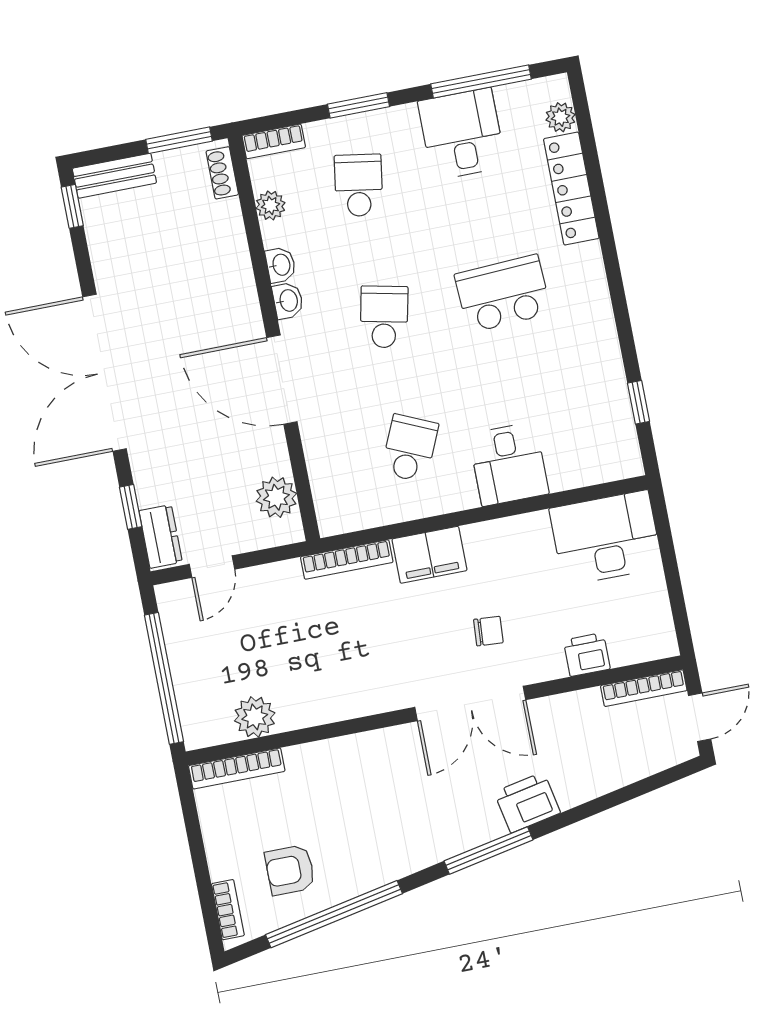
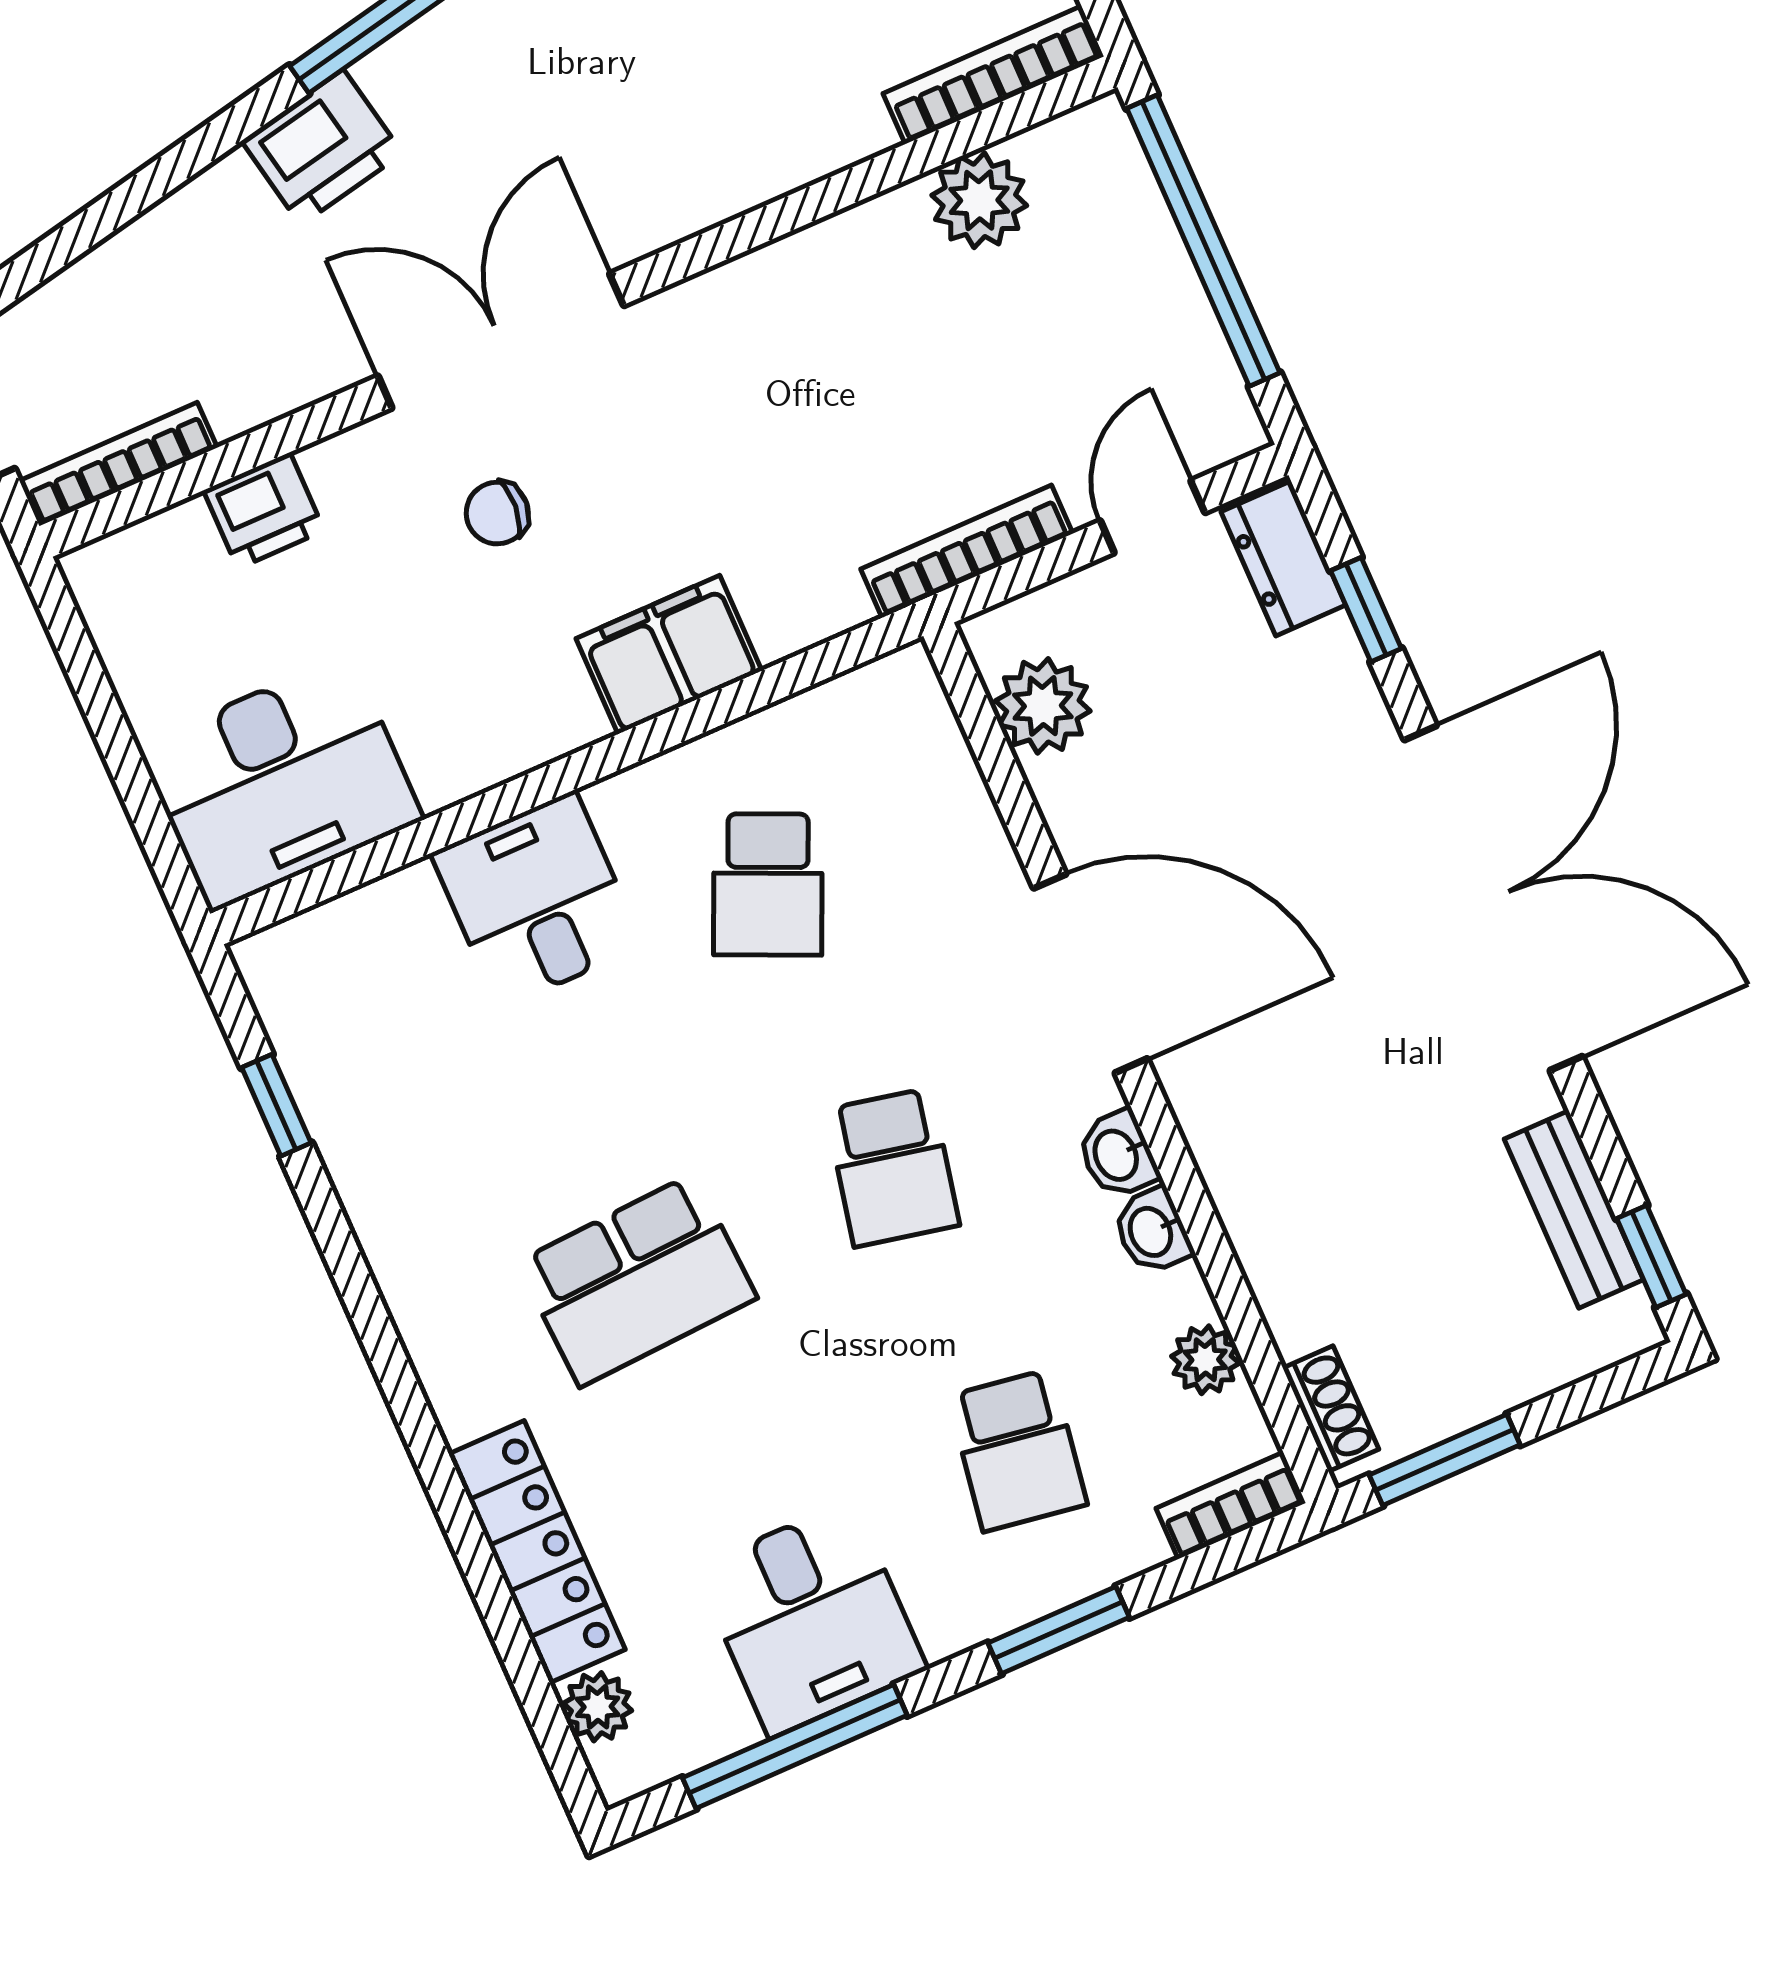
bench: (114, 176) -> (1574, 1209), moved, turned 90
bookcase: (347, 560) -> (967, 551), moved

